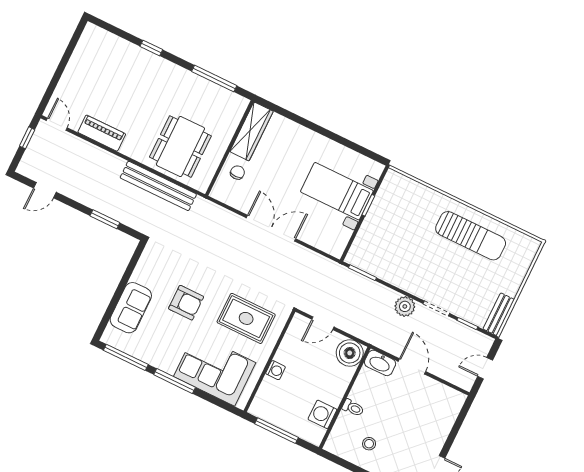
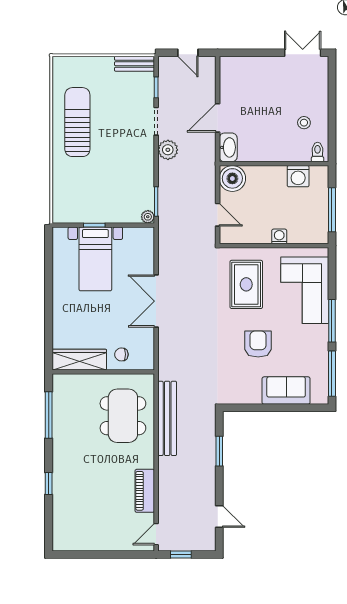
dining table: (180, 147) -> (123, 416), turned 90
plant: (352, 258) -> (148, 217), added
toilet: (353, 408) -> (318, 152), moved

